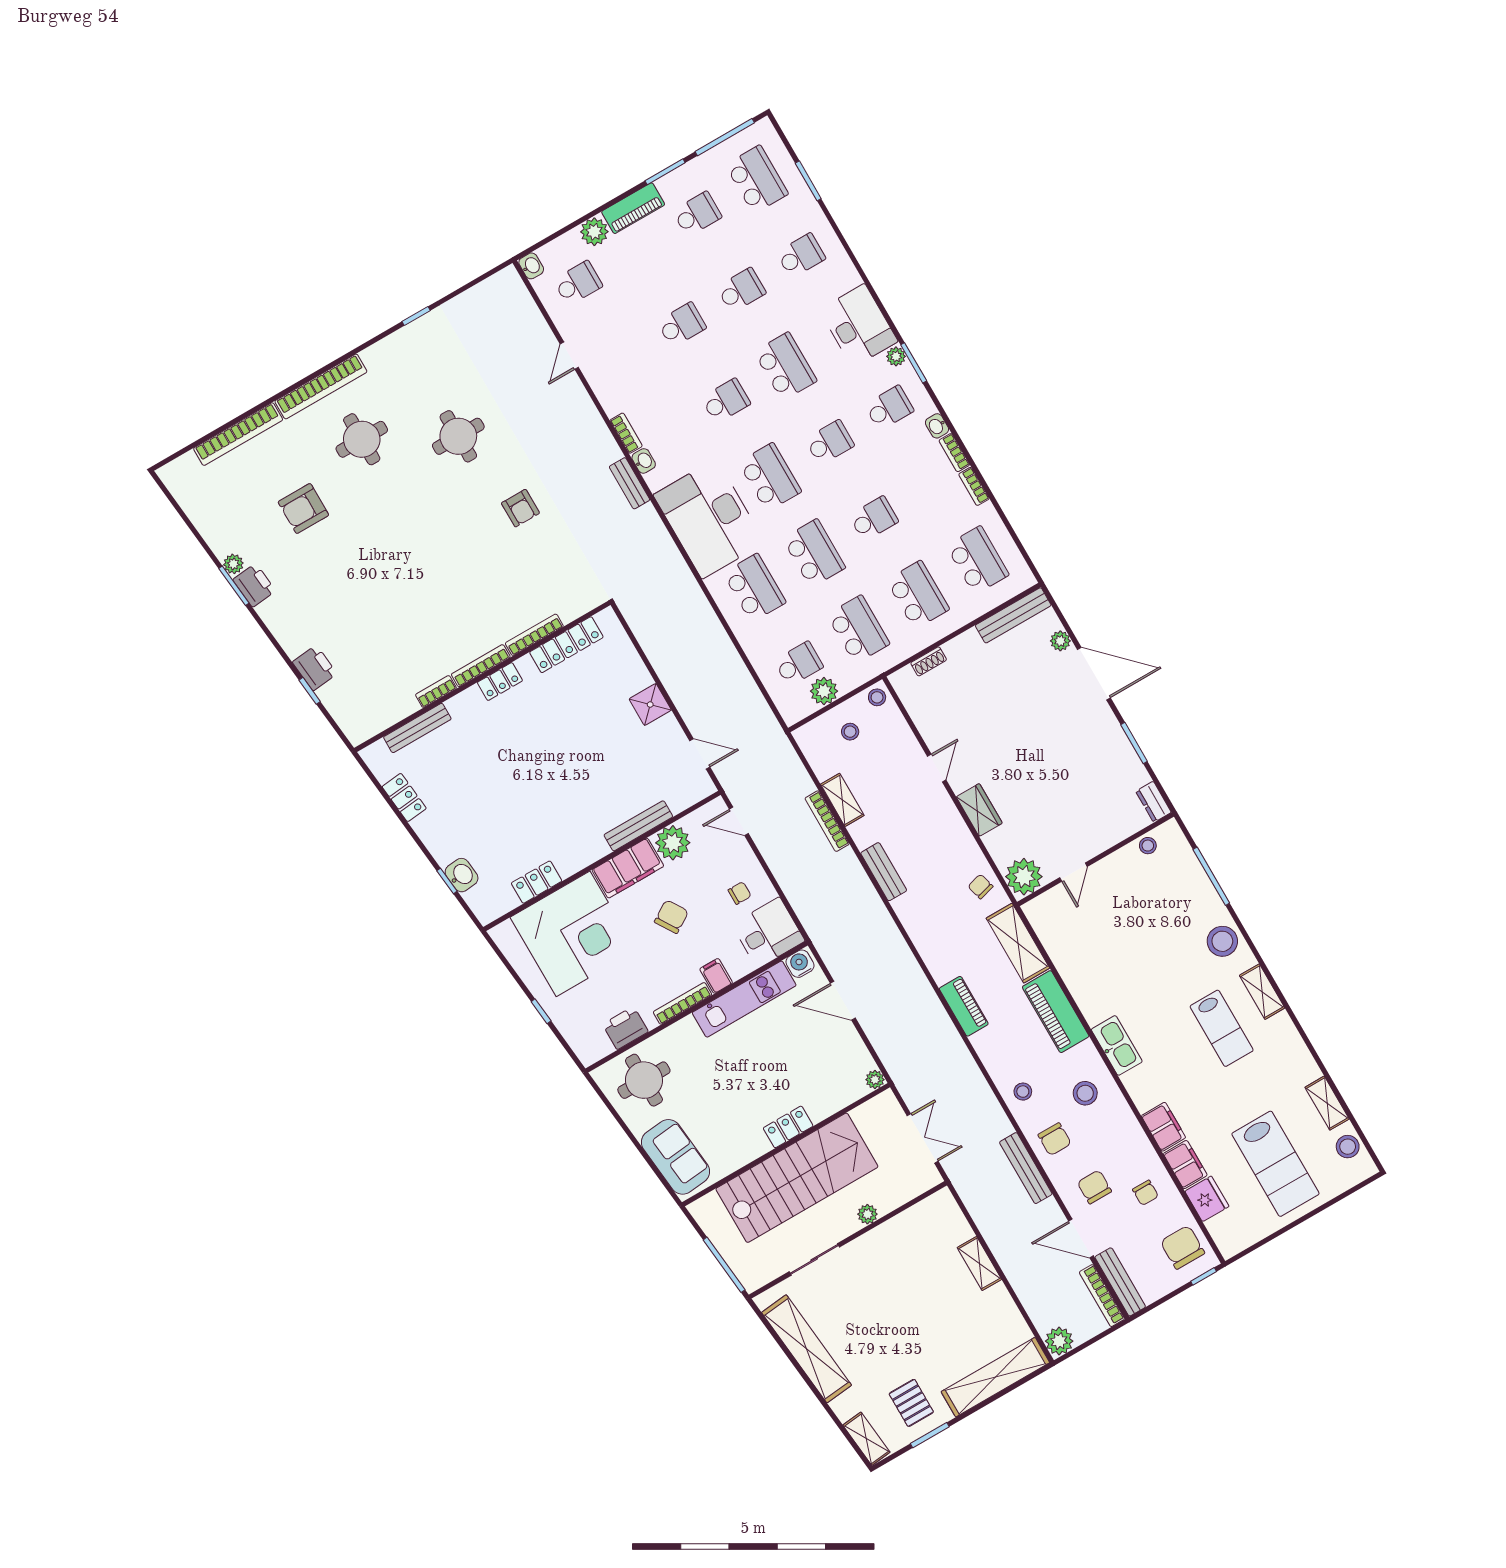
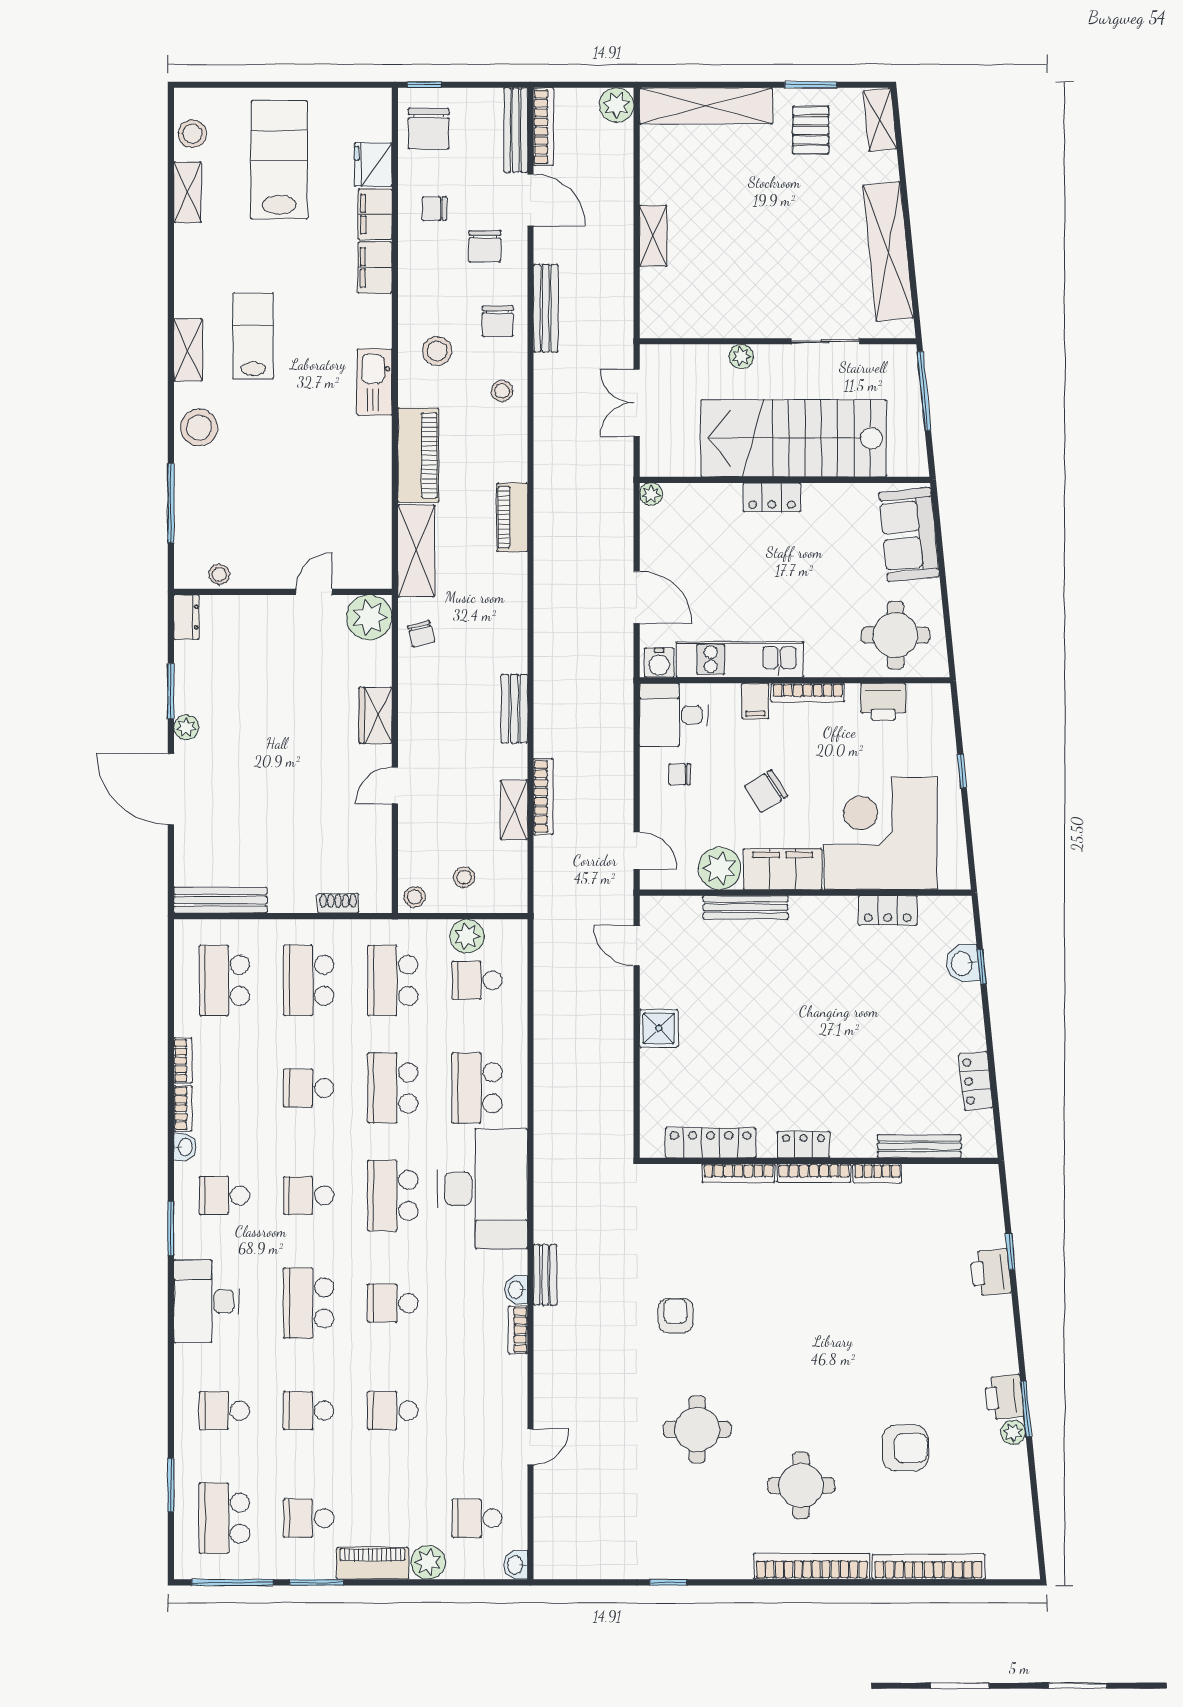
plant: (896, 356) -> (186, 1246), removed
plant: (1060, 641) -> (186, 727), moved
chair: (1055, 1139) -> (498, 321), turned 180
chair: (1145, 1193) -> (434, 209), turned -90

